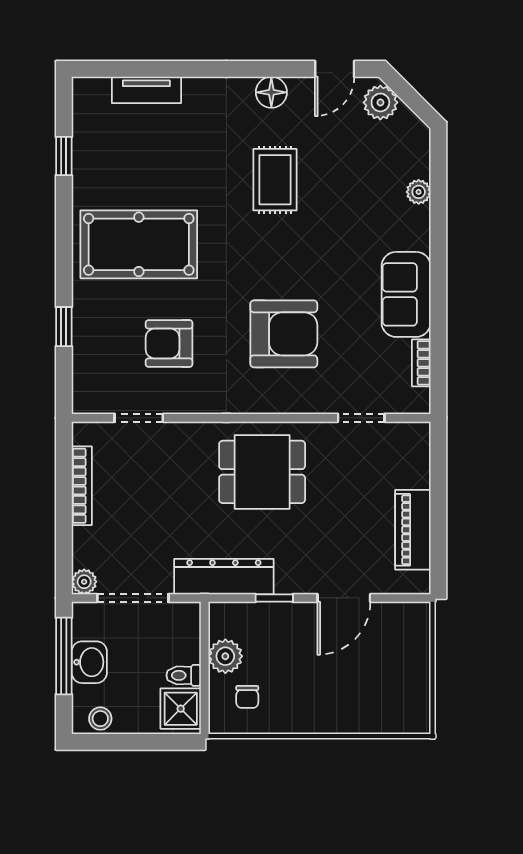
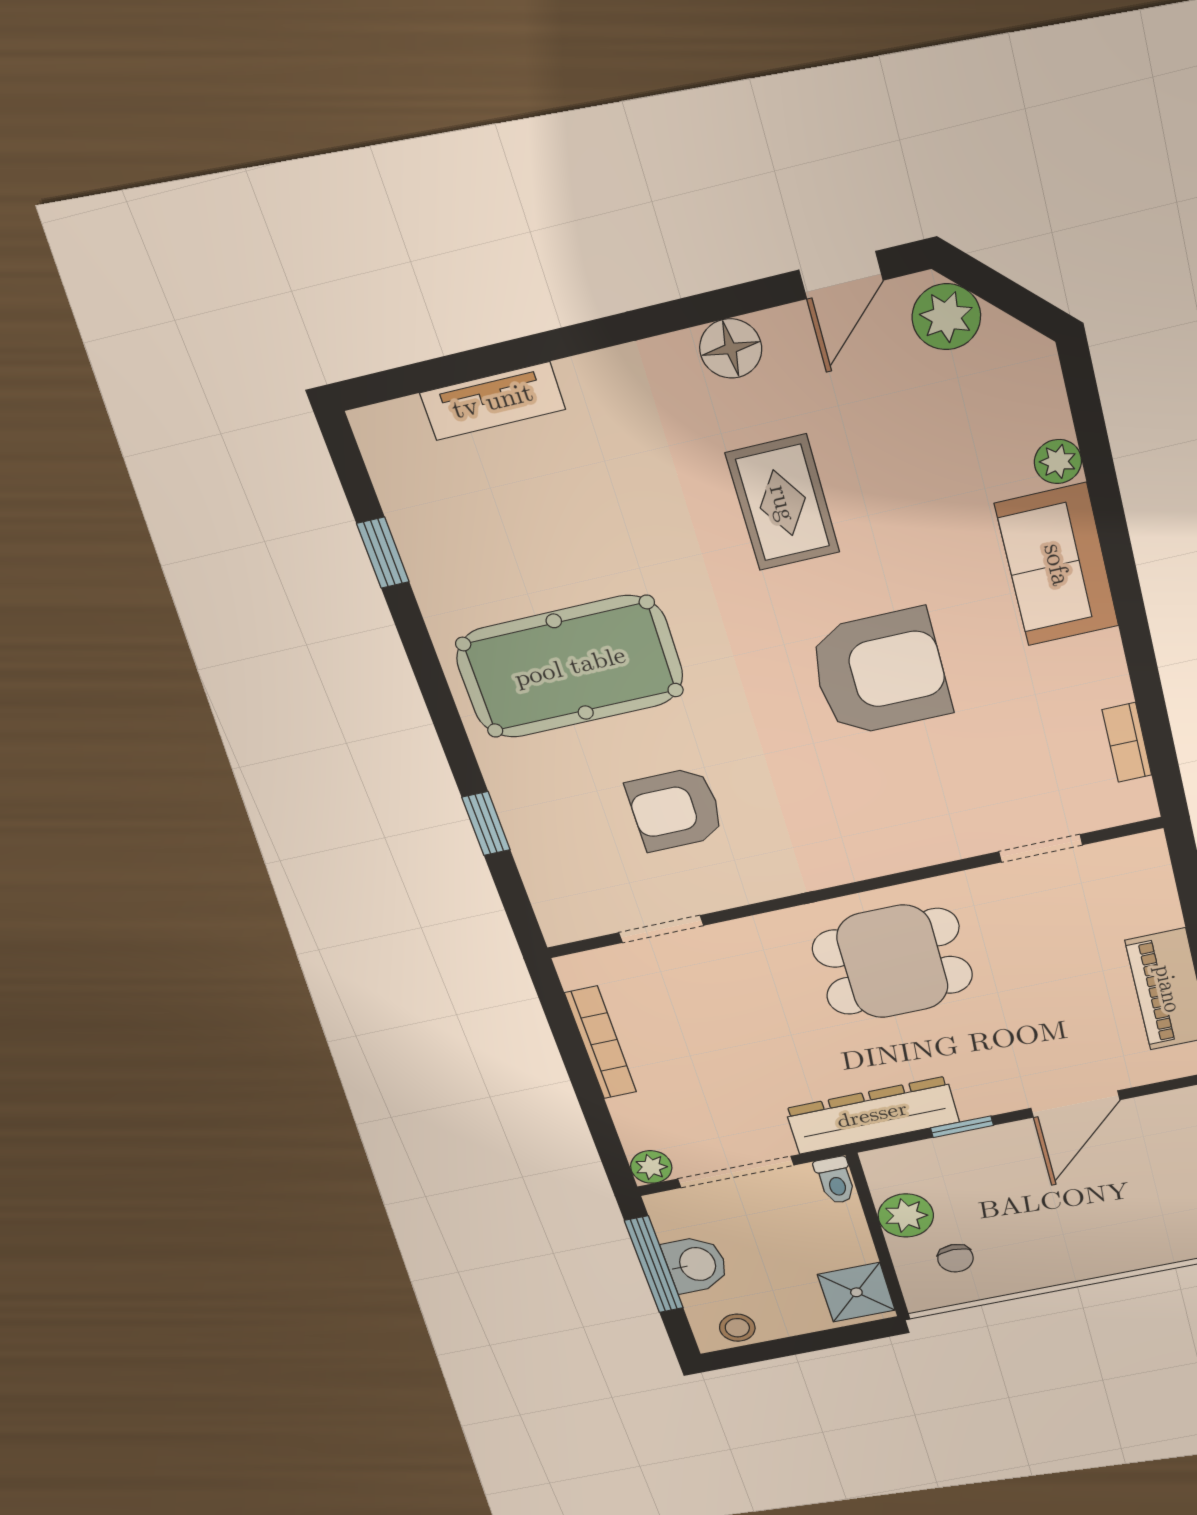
sofa: (406, 294) -> (1057, 565), moved
armchair: (284, 334) -> (880, 673), moved
toilet: (184, 675) -> (836, 1180), moved, turned -90

